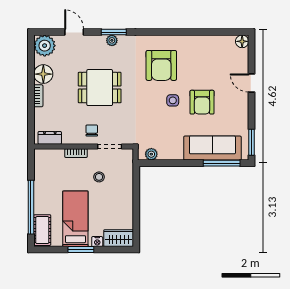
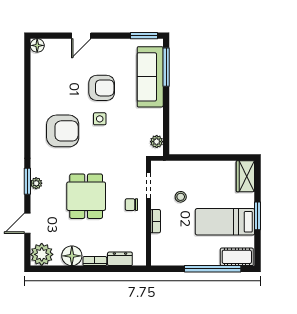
dresser: (50, 138) -> (120, 259), moved, turned 90
nightstand: (97, 242) -> (249, 199), removed

